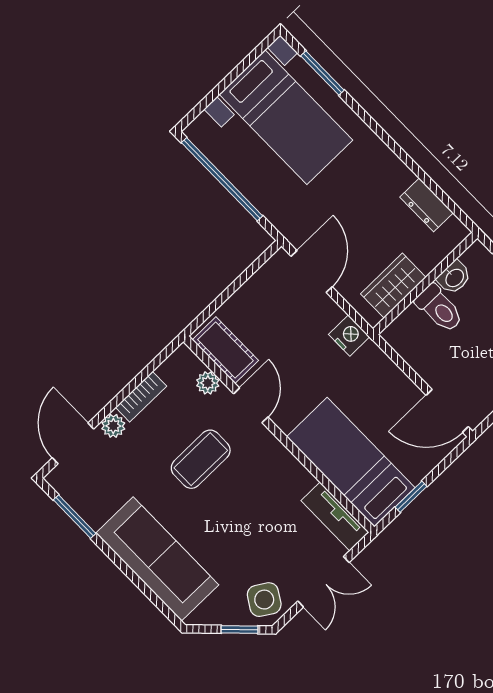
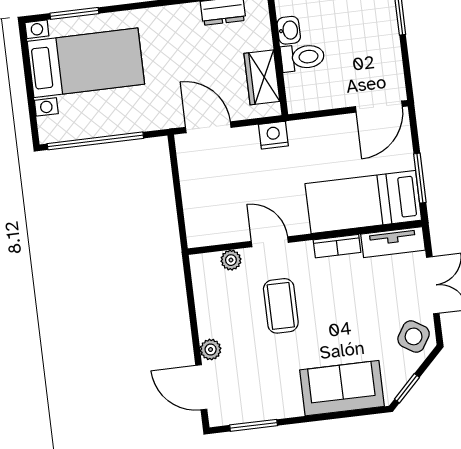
cot: (225, 350) -> (217, 230), removed
bookcase: (141, 397) -> (337, 246), moved, turned 90
window: (411, 497) -> (420, 178), width x1.50
sofa: (157, 559) -> (342, 388), width x0.73
window: (240, 630) -> (407, 388), moved

